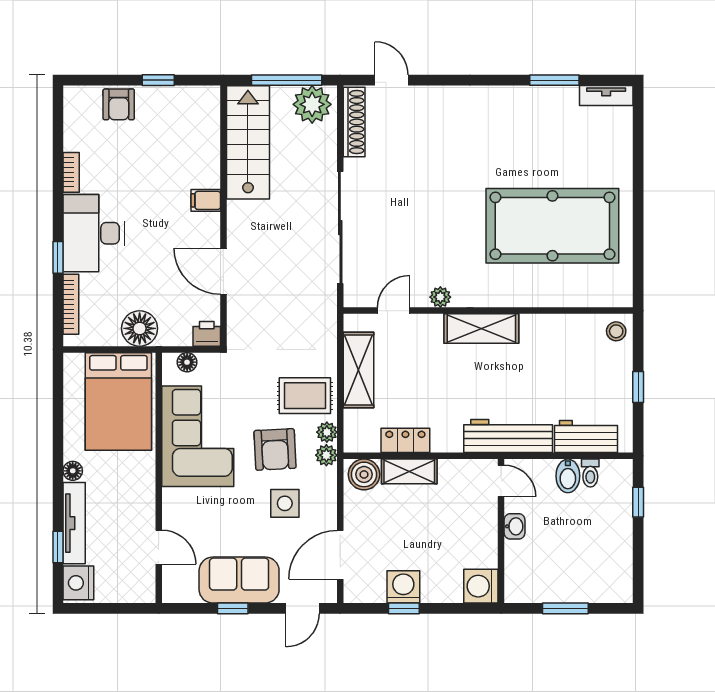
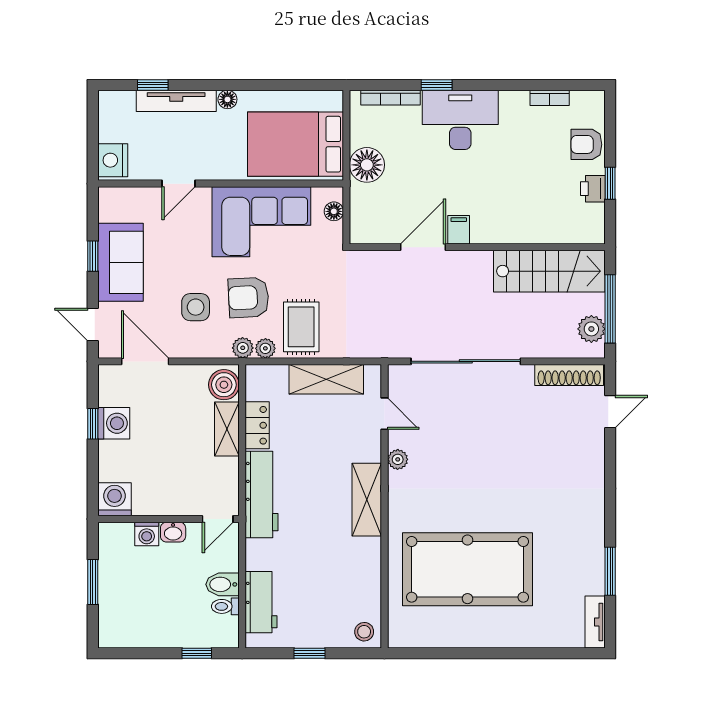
plant: (312, 104) -> (591, 329), width x0.73, depth x0.73
bookcase: (71, 172) -> (550, 98), moved
filing cabinet: (206, 200) -> (459, 230), moved
pool table: (552, 226) -> (467, 569), turned 90
printer: (207, 334) -> (593, 189), moved, turned 180
workbench: (508, 436) -> (262, 494), moved
door: (159, 547) -> (179, 184), moved
washing machine: (516, 553) -> (147, 534), added
nightstand: (78, 583) -> (113, 160), moved, turned -90

